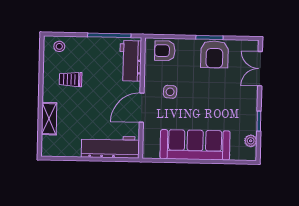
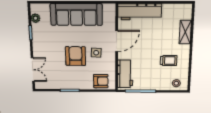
armchair: (214, 54) -> (76, 56), moved

